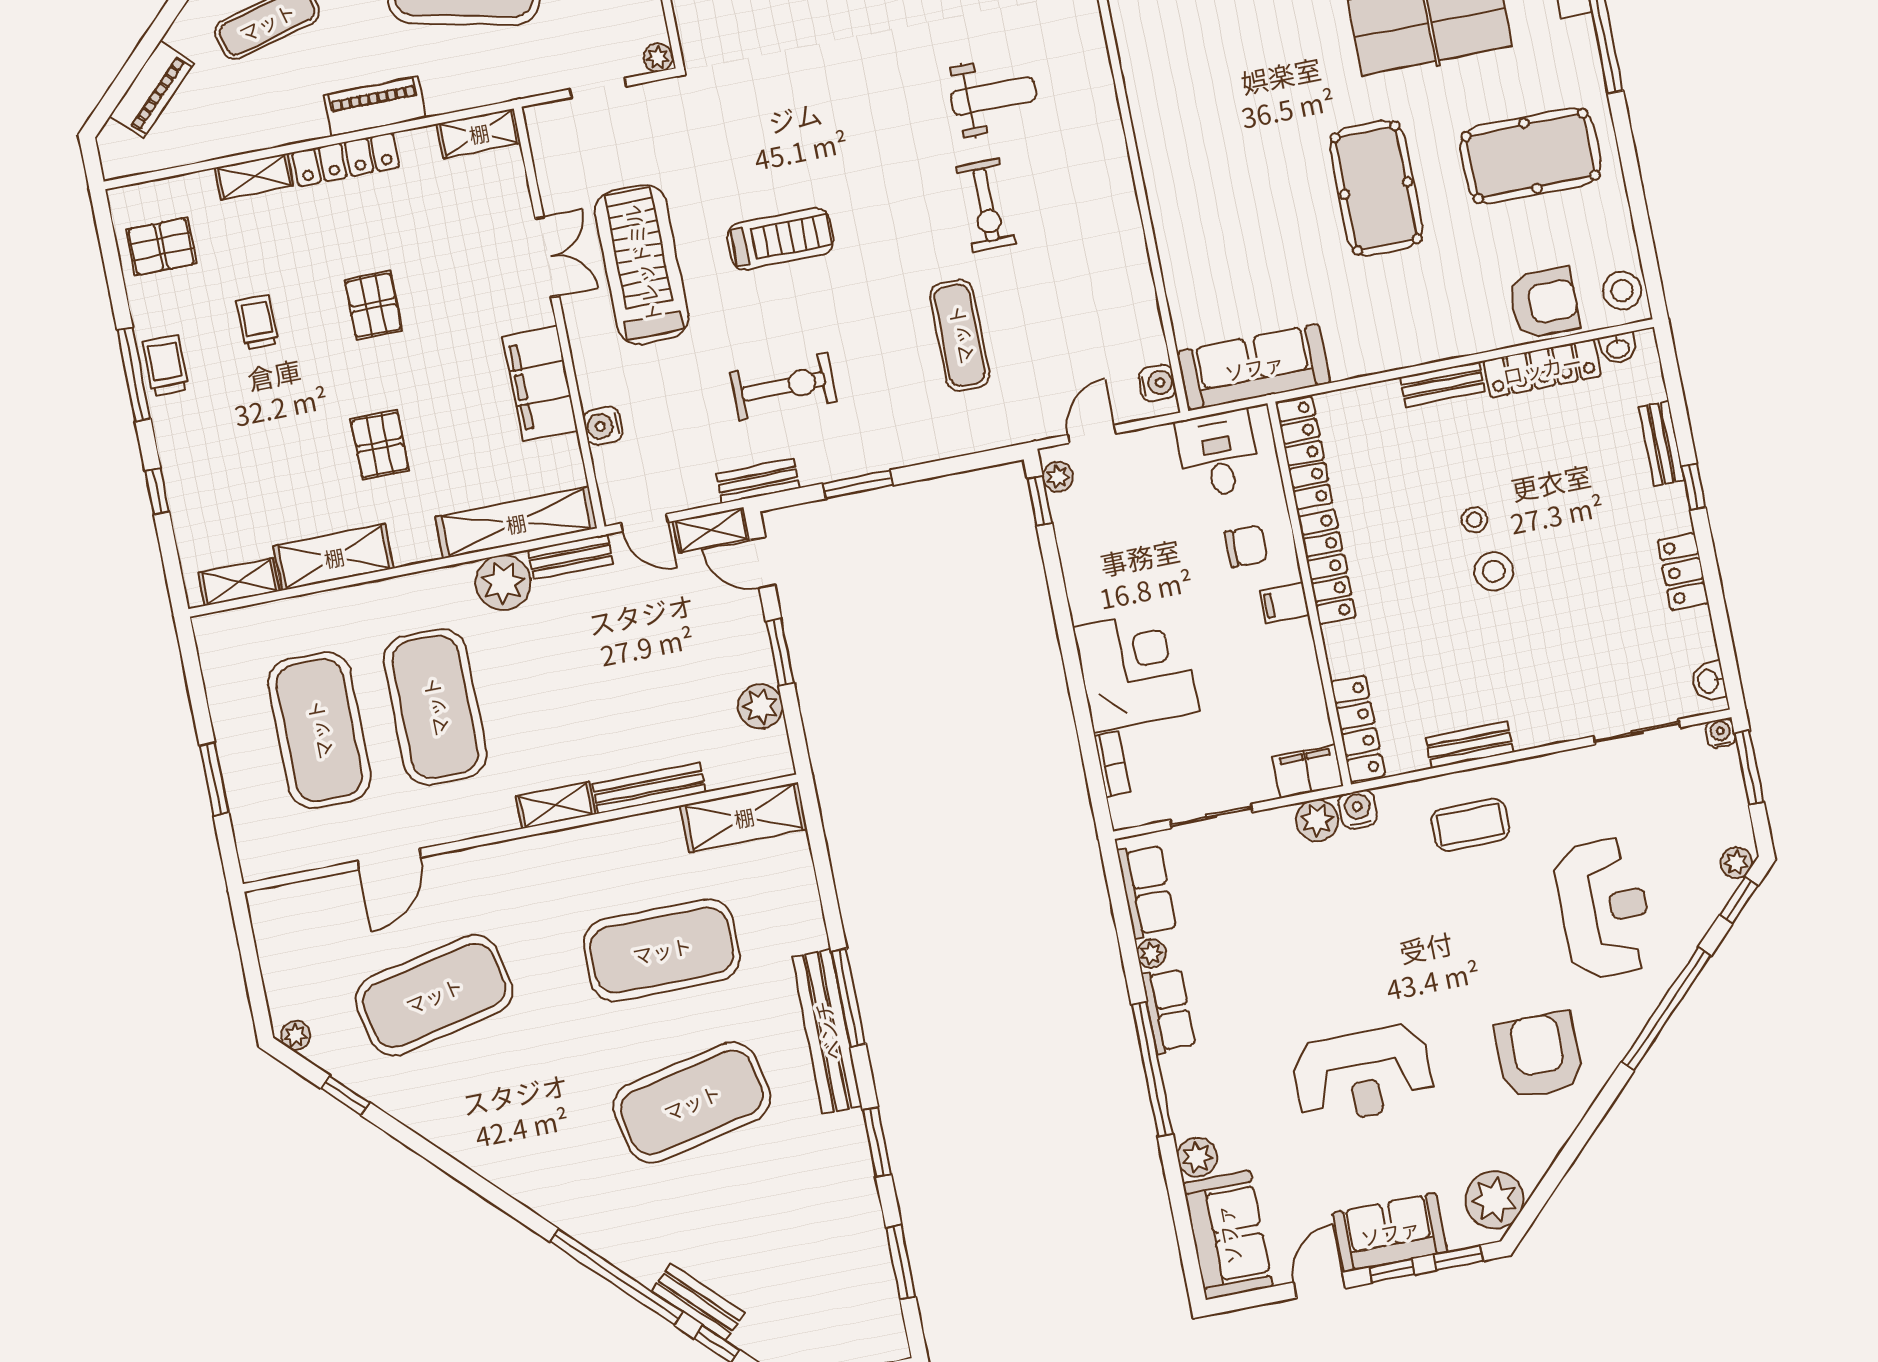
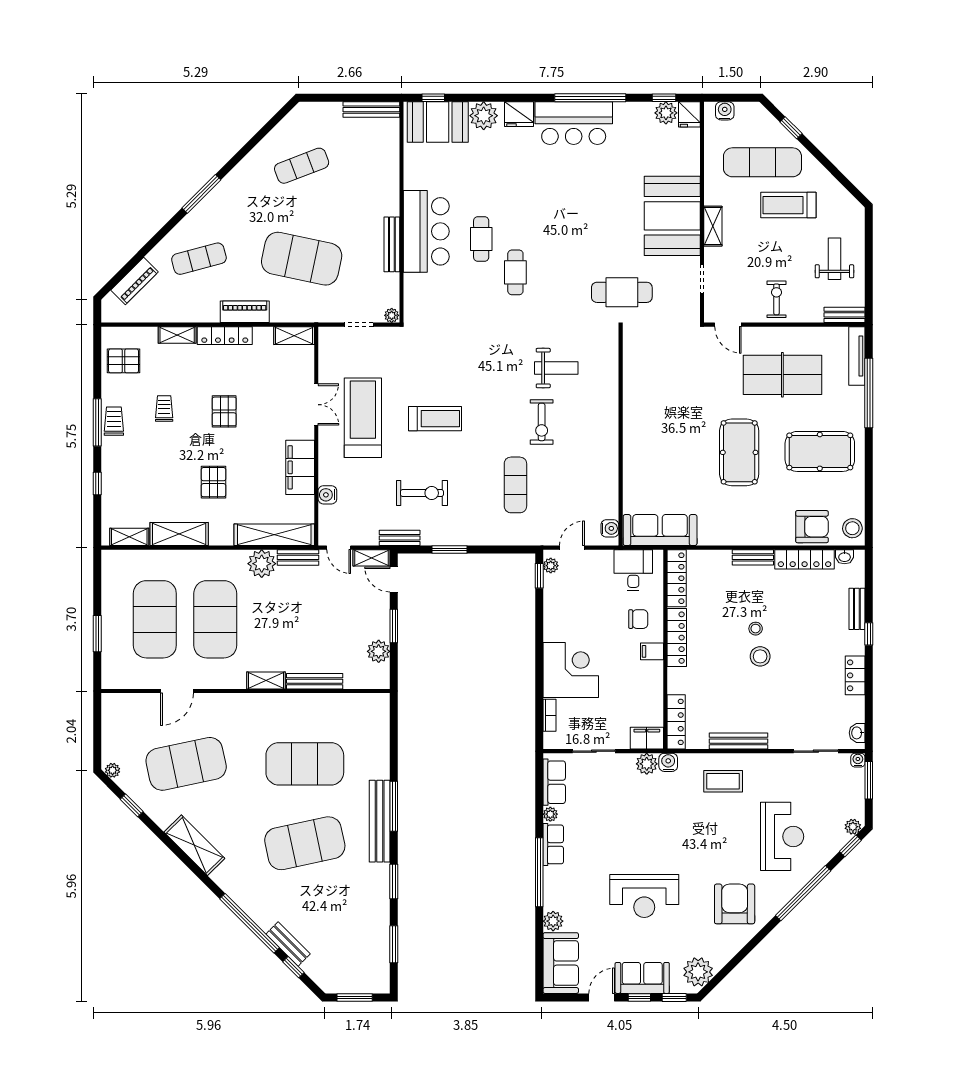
bench: (1469, 745) -> (738, 741), width x1.36
shelving: (744, 817) -> (194, 845), moved, turned 45

